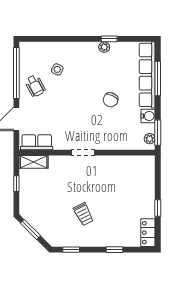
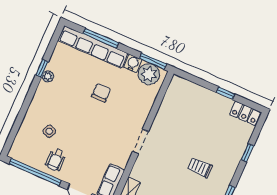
wheelchair: (35, 86) -> (56, 160), turned 118
chair: (111, 100) -> (101, 93), turned -115
plant: (150, 139) -> (149, 74), width x1.88, depth x1.88
trolley: (83, 214) -> (200, 167), turned -153

